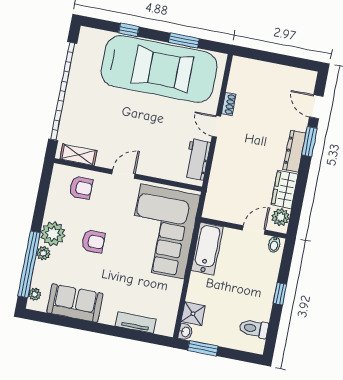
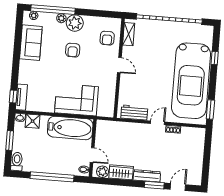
window: (184, 40) -> (210, 109), moved
corner sofa: (162, 231) -> (77, 100), width x0.73, depth x0.74
bathtub: (207, 249) -> (70, 128), width x1.36, depth x1.36
window: (280, 294) -> (52, 177), width x3.17
tv unit: (136, 323) -> (21, 97), moved
toilet: (254, 329) -> (17, 161), moved
window: (153, 339) -> (13, 97), added
window: (203, 348) -> (10, 141), moved

